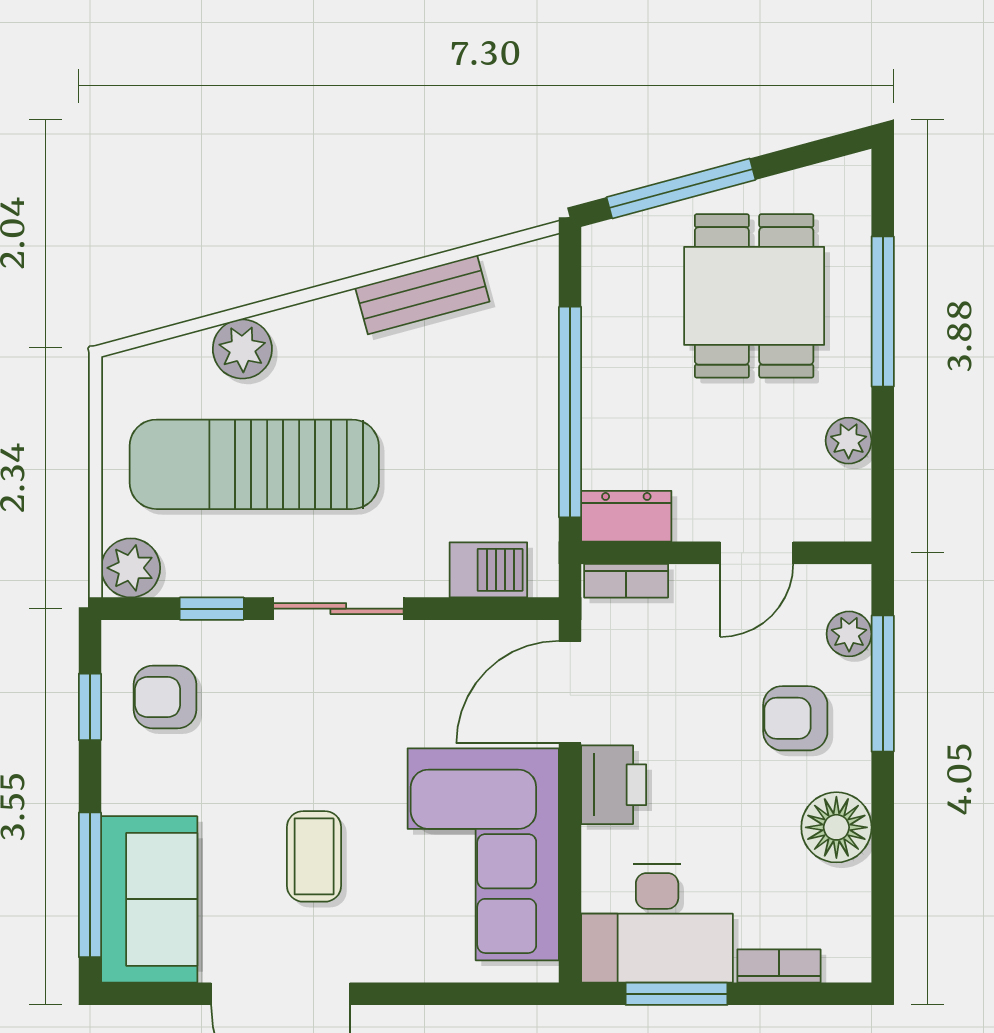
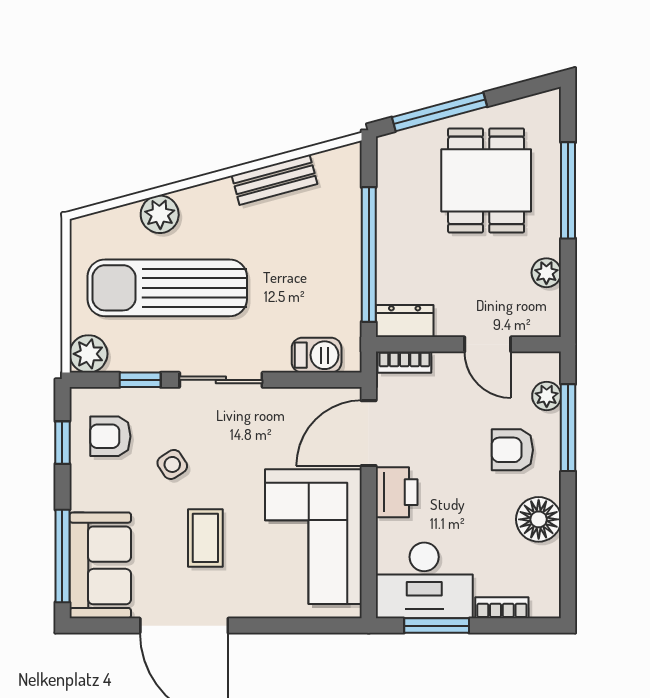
door: (757, 553) -> (488, 344), hinge flipped
side table: (262, 741) -> (172, 464), added

